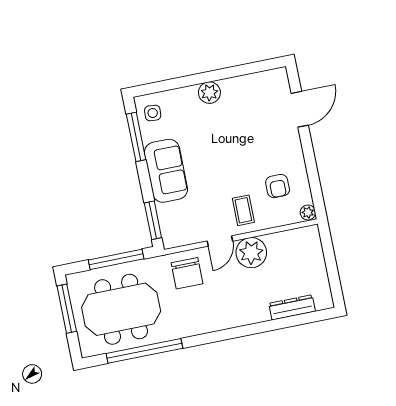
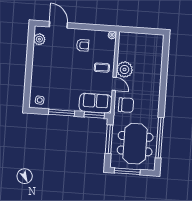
plant: (209, 93) -> (39, 39), moved
window: (136, 137) -> (62, 113), moved
sofa: (166, 171) -> (95, 103), moved
armchair: (278, 186) -> (83, 45), moved
dresser: (292, 307) -> (158, 56), removed

